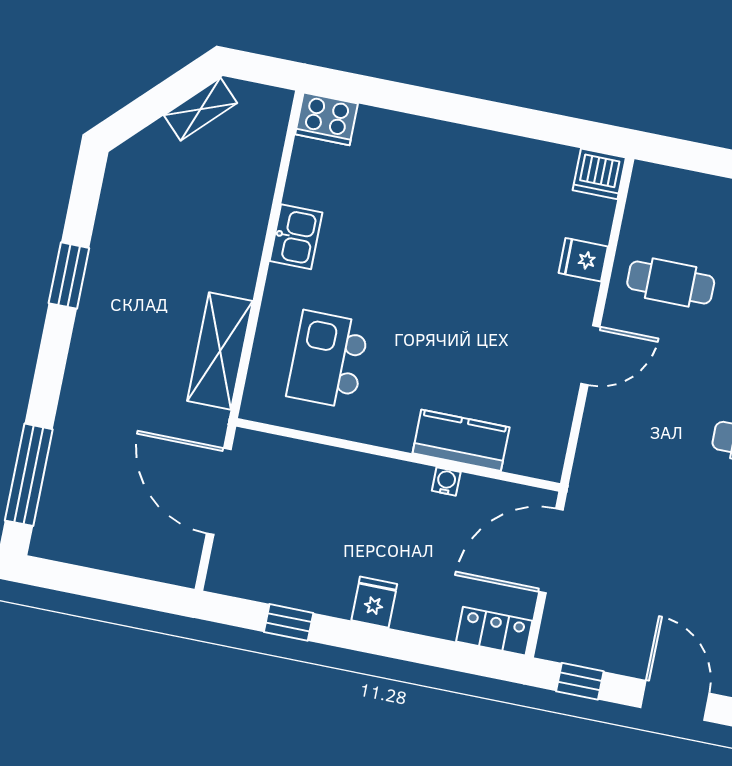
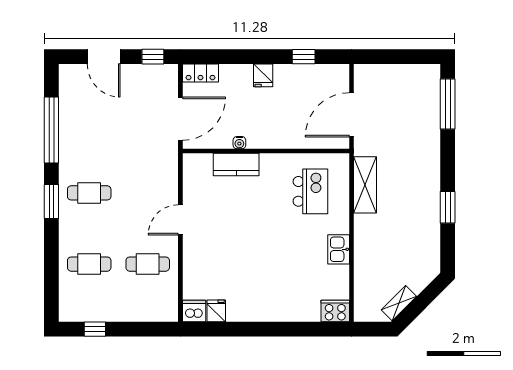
fridge: (583, 260) -> (216, 311), moved, turned -90
door: (219, 491) -> (352, 115), swing flipped

